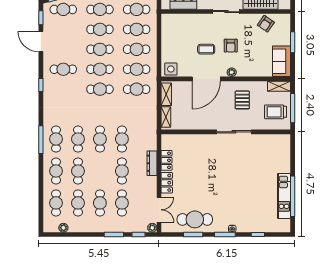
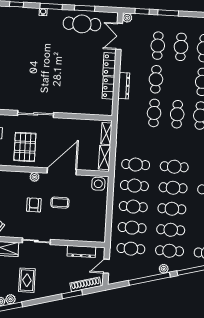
pallet: (242, 100) -> (25, 147), width x1.50, depth x1.42

